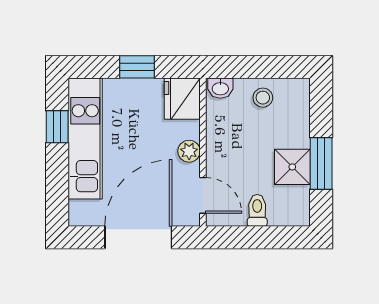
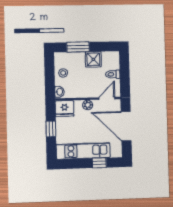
window: (57, 127) -> (99, 163), moved
window: (321, 164) -> (78, 47), moved

